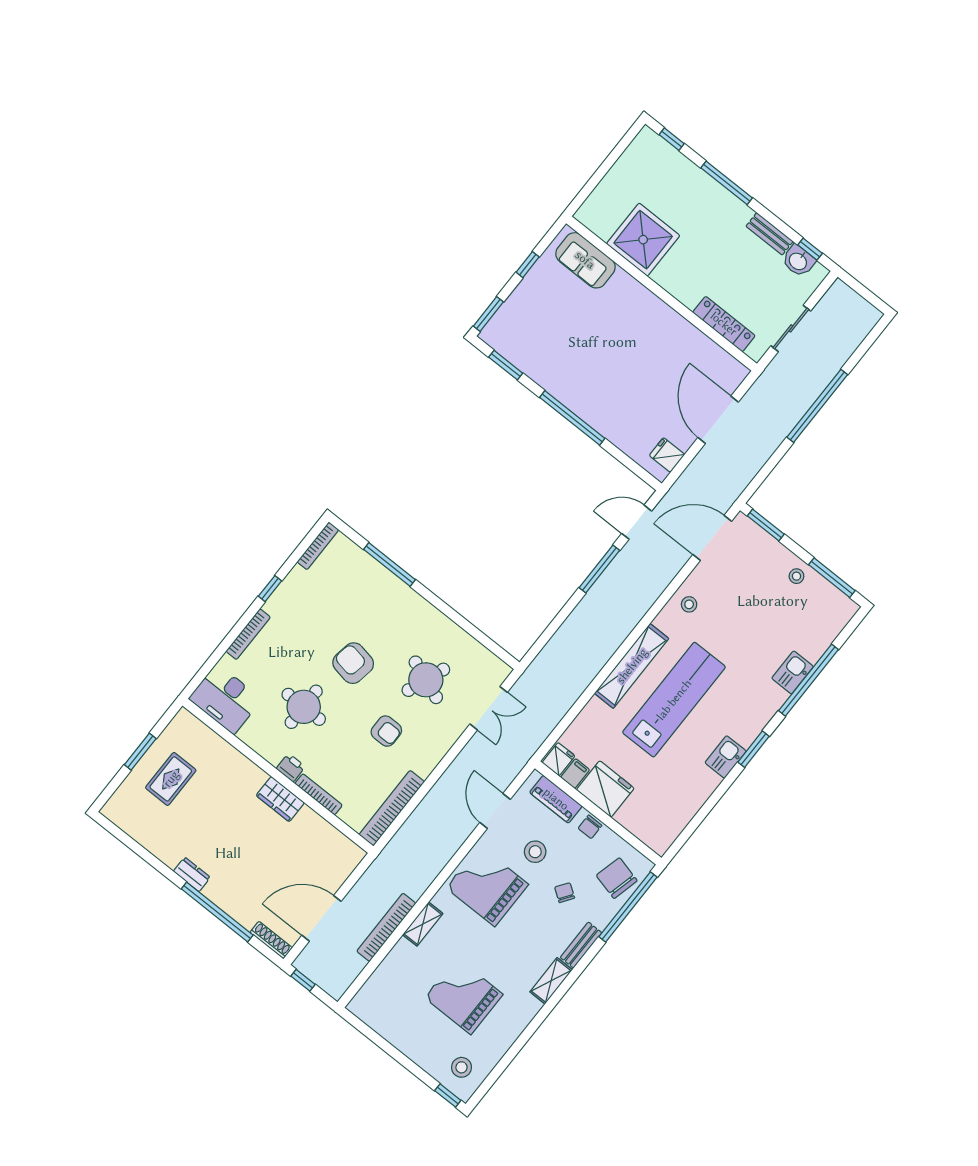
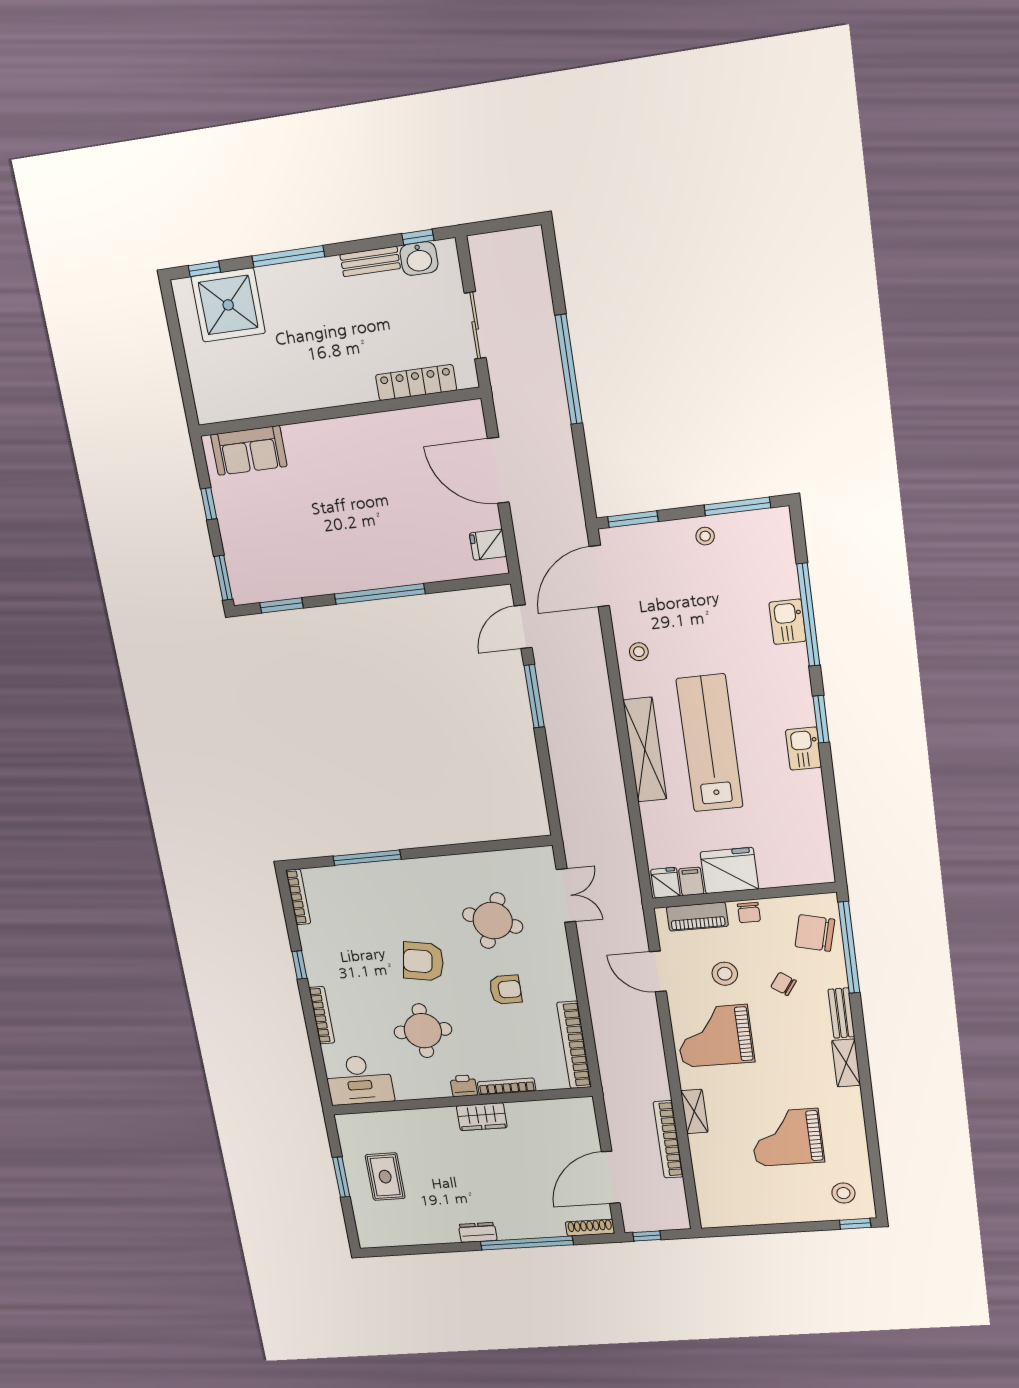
shower: (643, 240) -> (228, 305), moved

